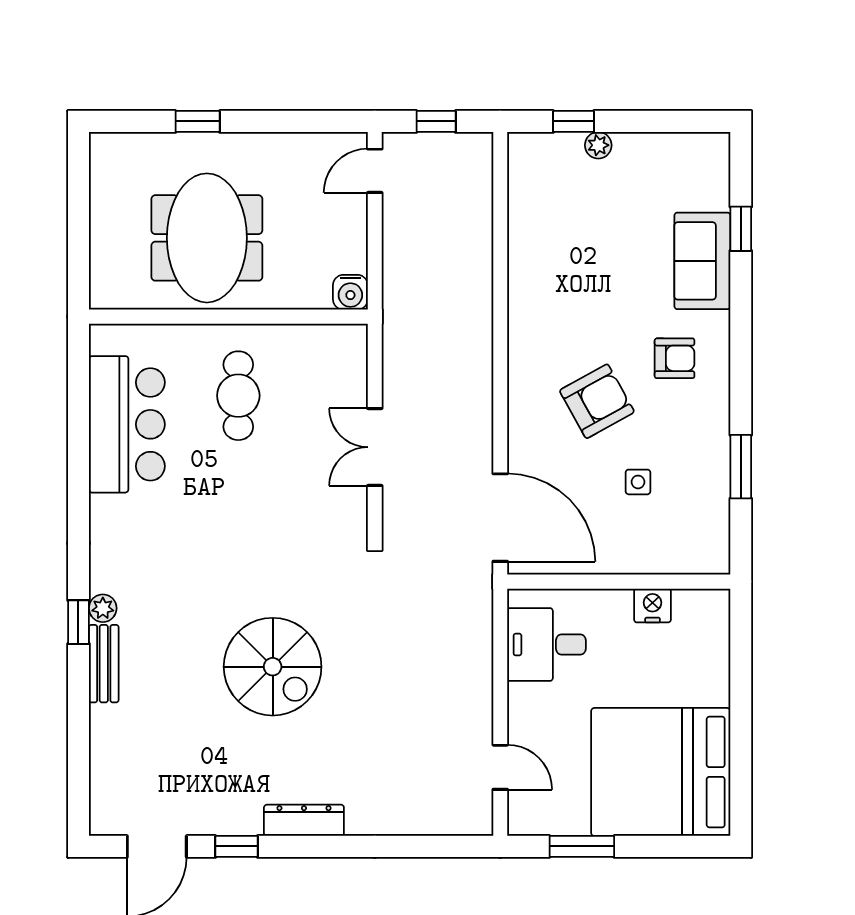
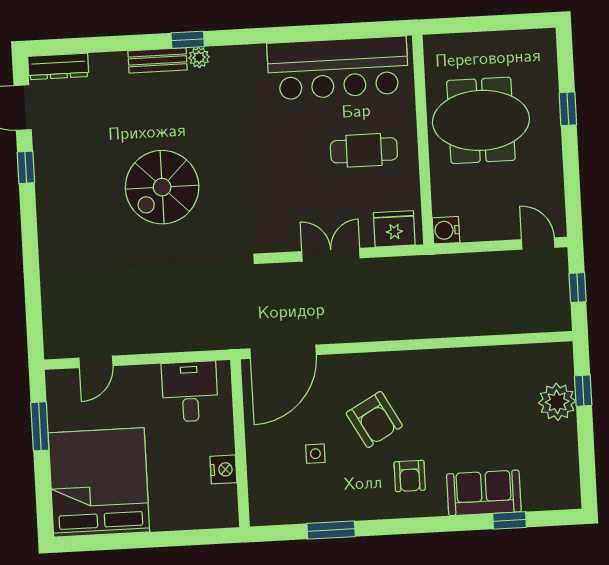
plant: (598, 145) -> (557, 402), width x1.88, depth x1.88
fridge: (345, 361) -> (394, 229), added
bar counter: (127, 424) -> (338, 68), width x1.36
dresser: (304, 820) -> (58, 66), moved, turned 90

